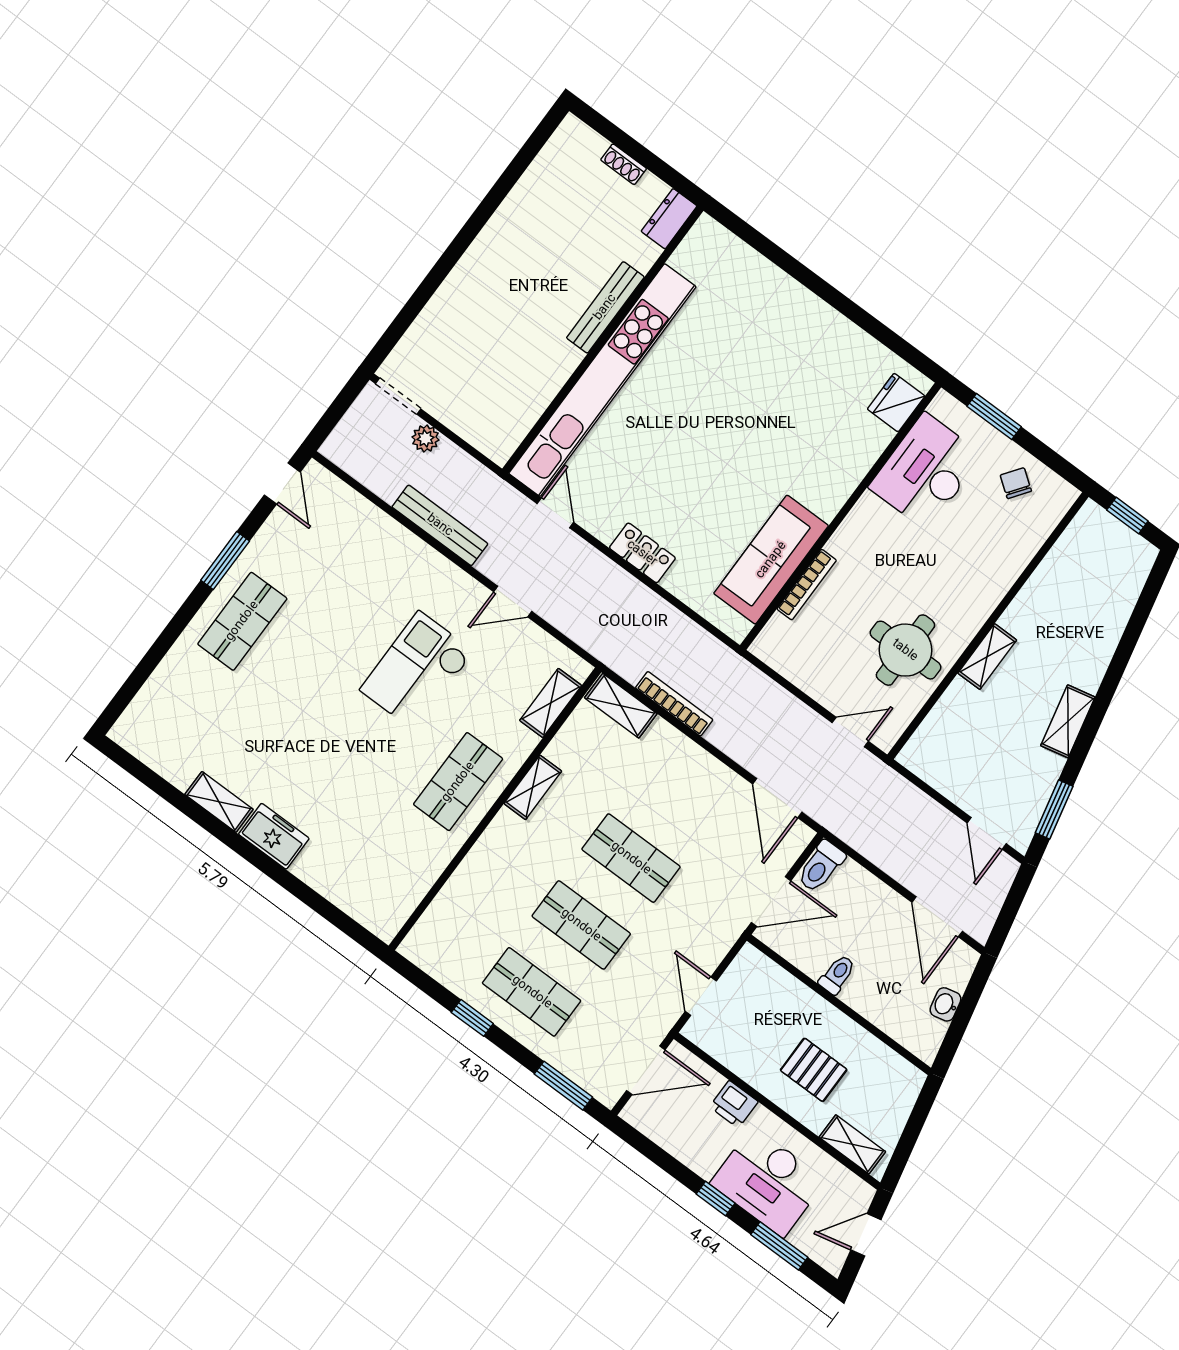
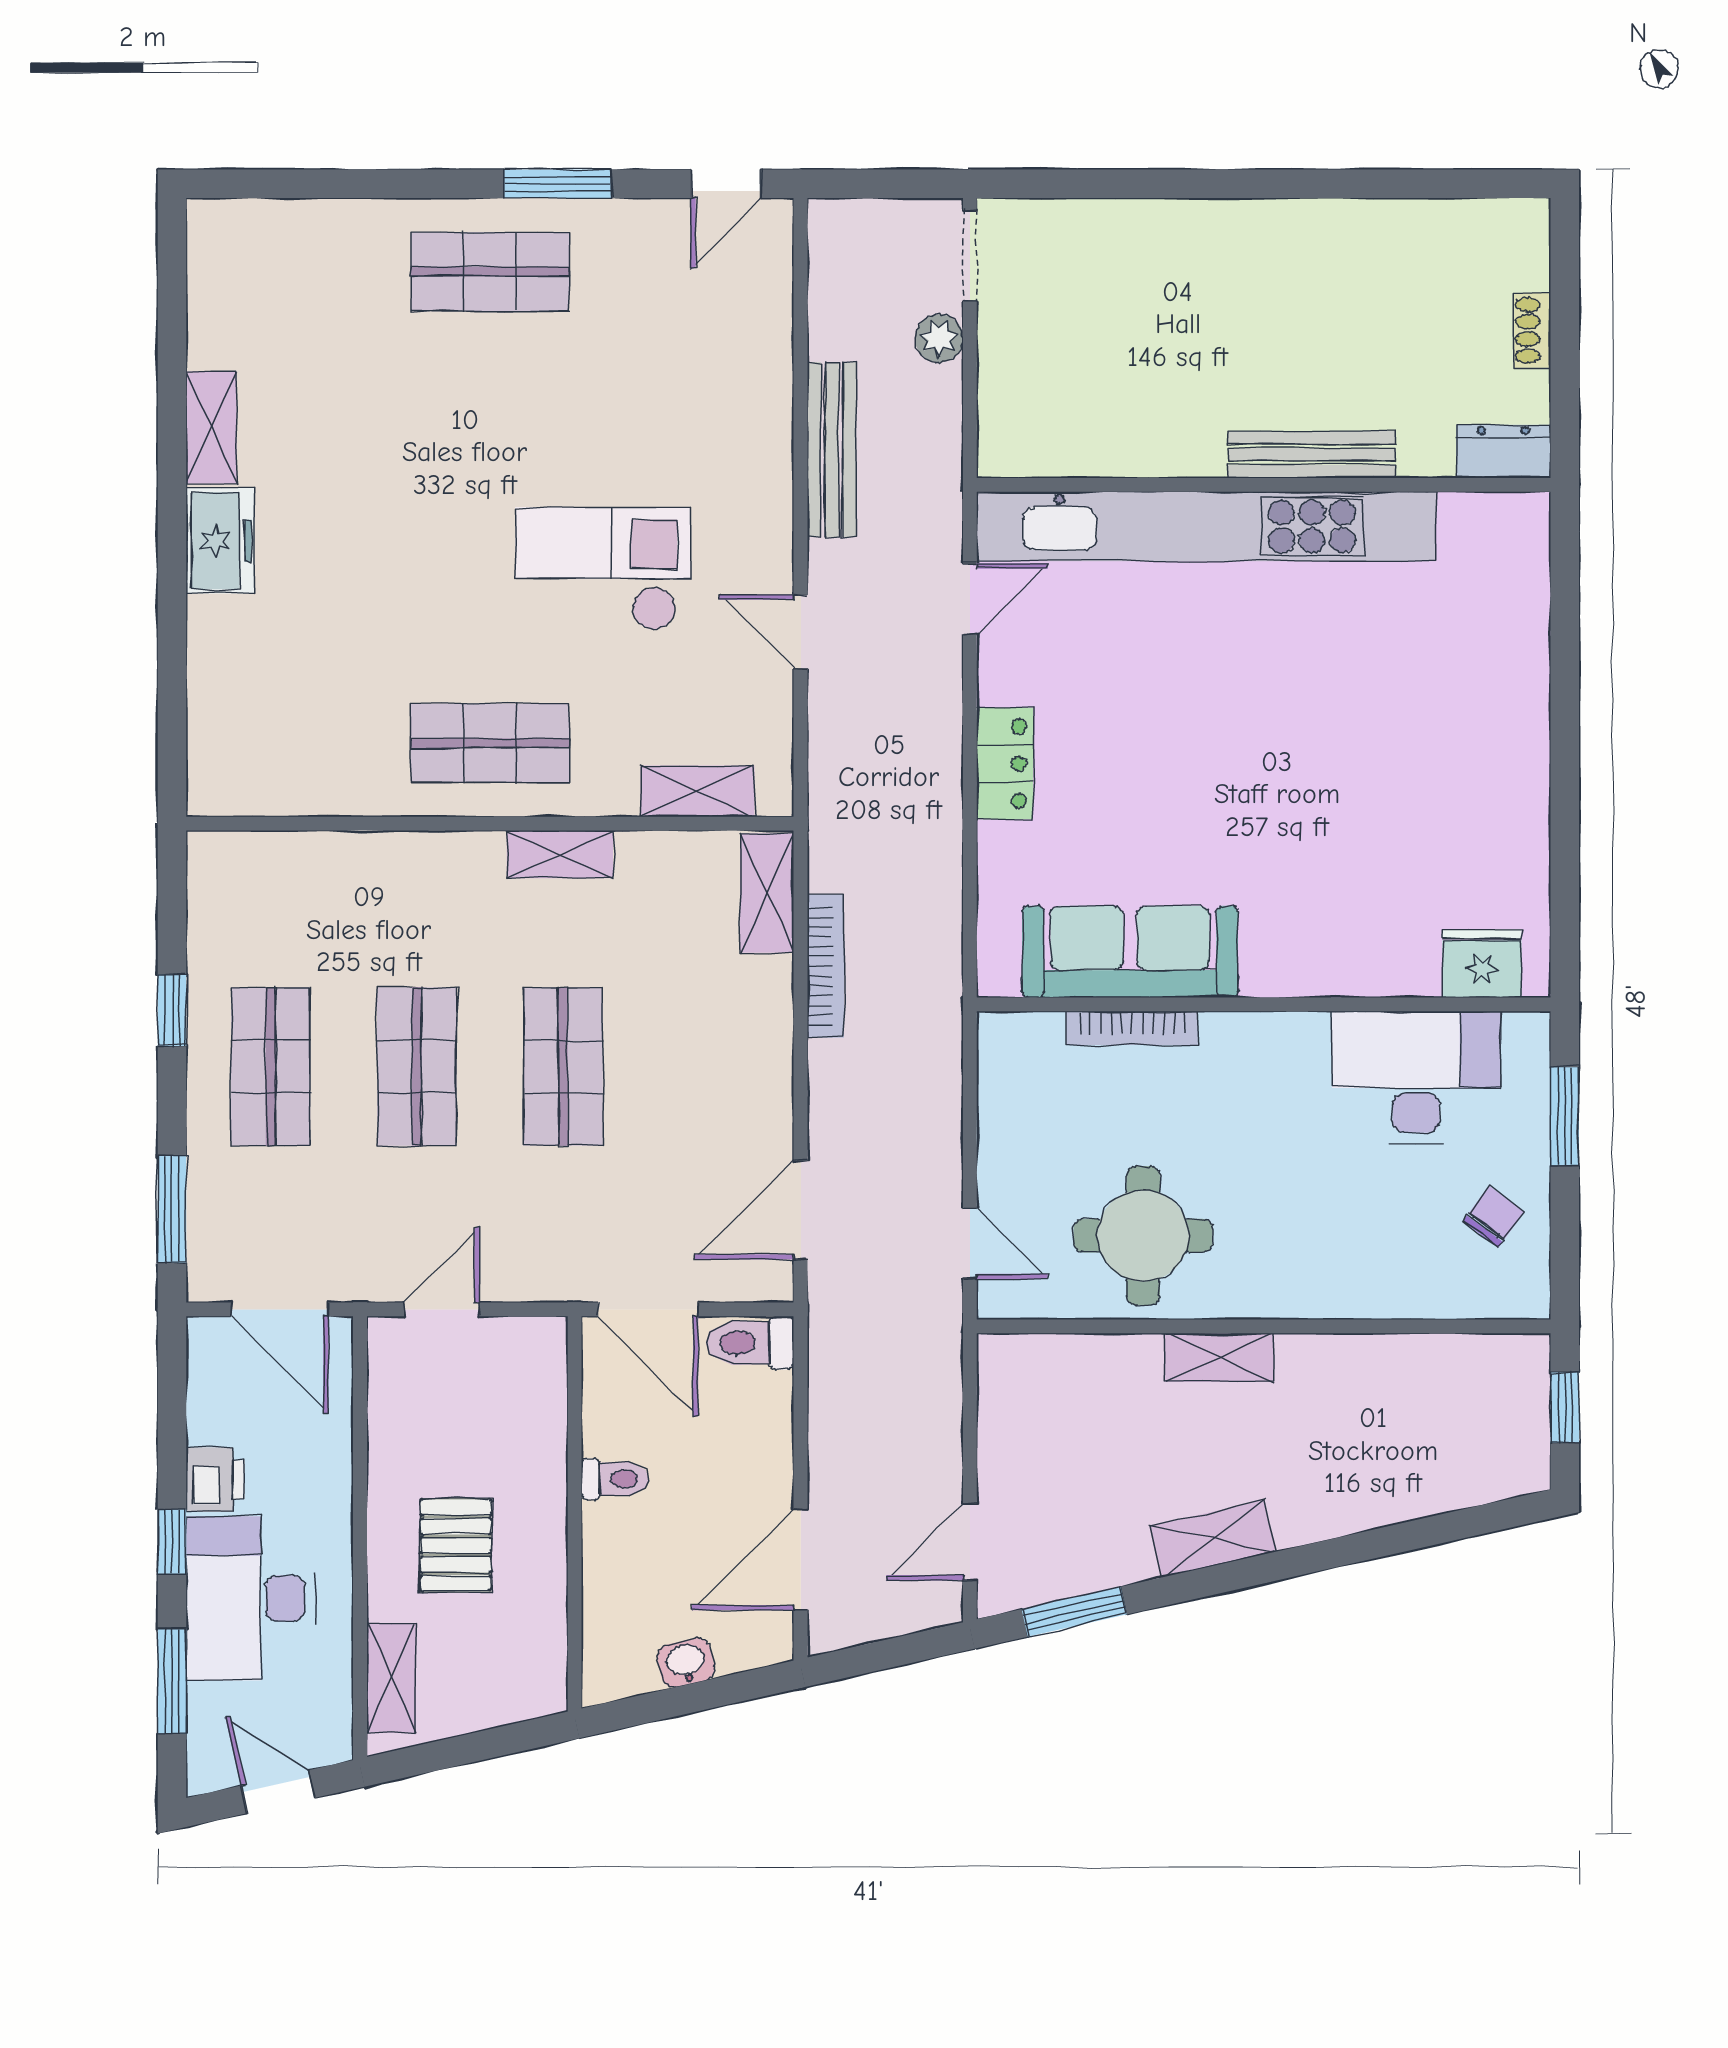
printer: (734, 1104) -> (215, 1480), moved, turned 180

